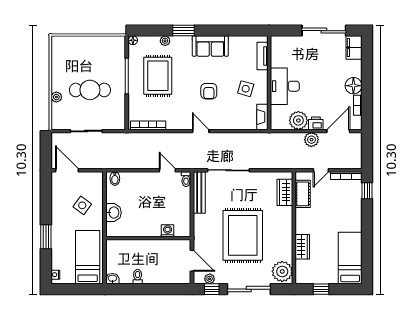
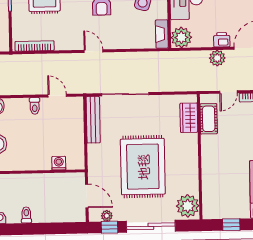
plant: (298, 120) -> (181, 37), moved
toilet: (186, 179) -> (35, 106), moved
wardrobe: (302, 247) -> (210, 178), removed

